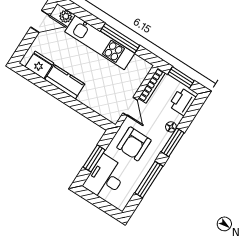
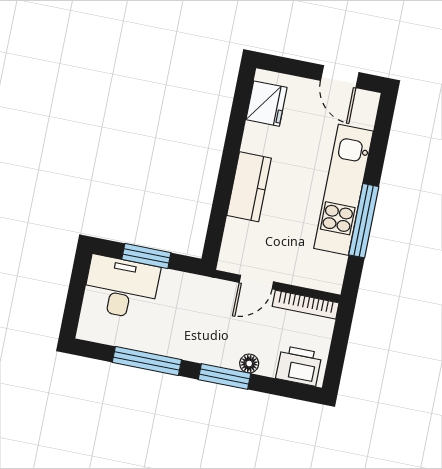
plant: (66, 16) -> (365, 116), removed
window: (181, 77) -> (338, 348), removed
kitchen counter: (65, 82) -> (249, 187), moved
armchair: (134, 144) -> (197, 313), removed

